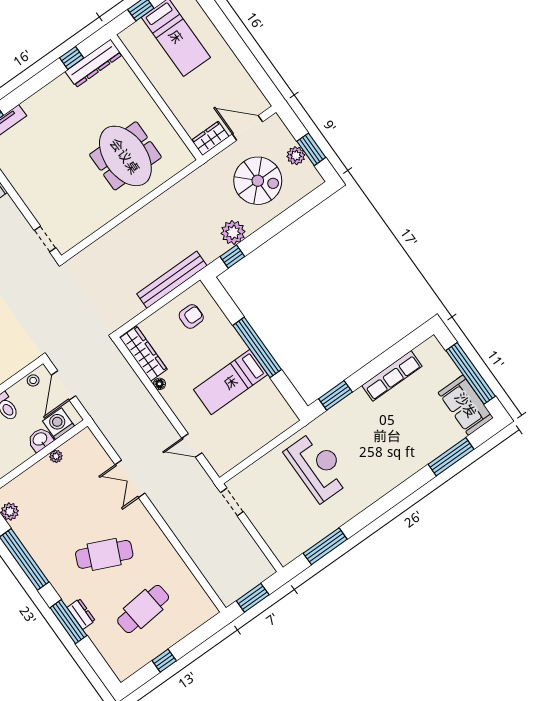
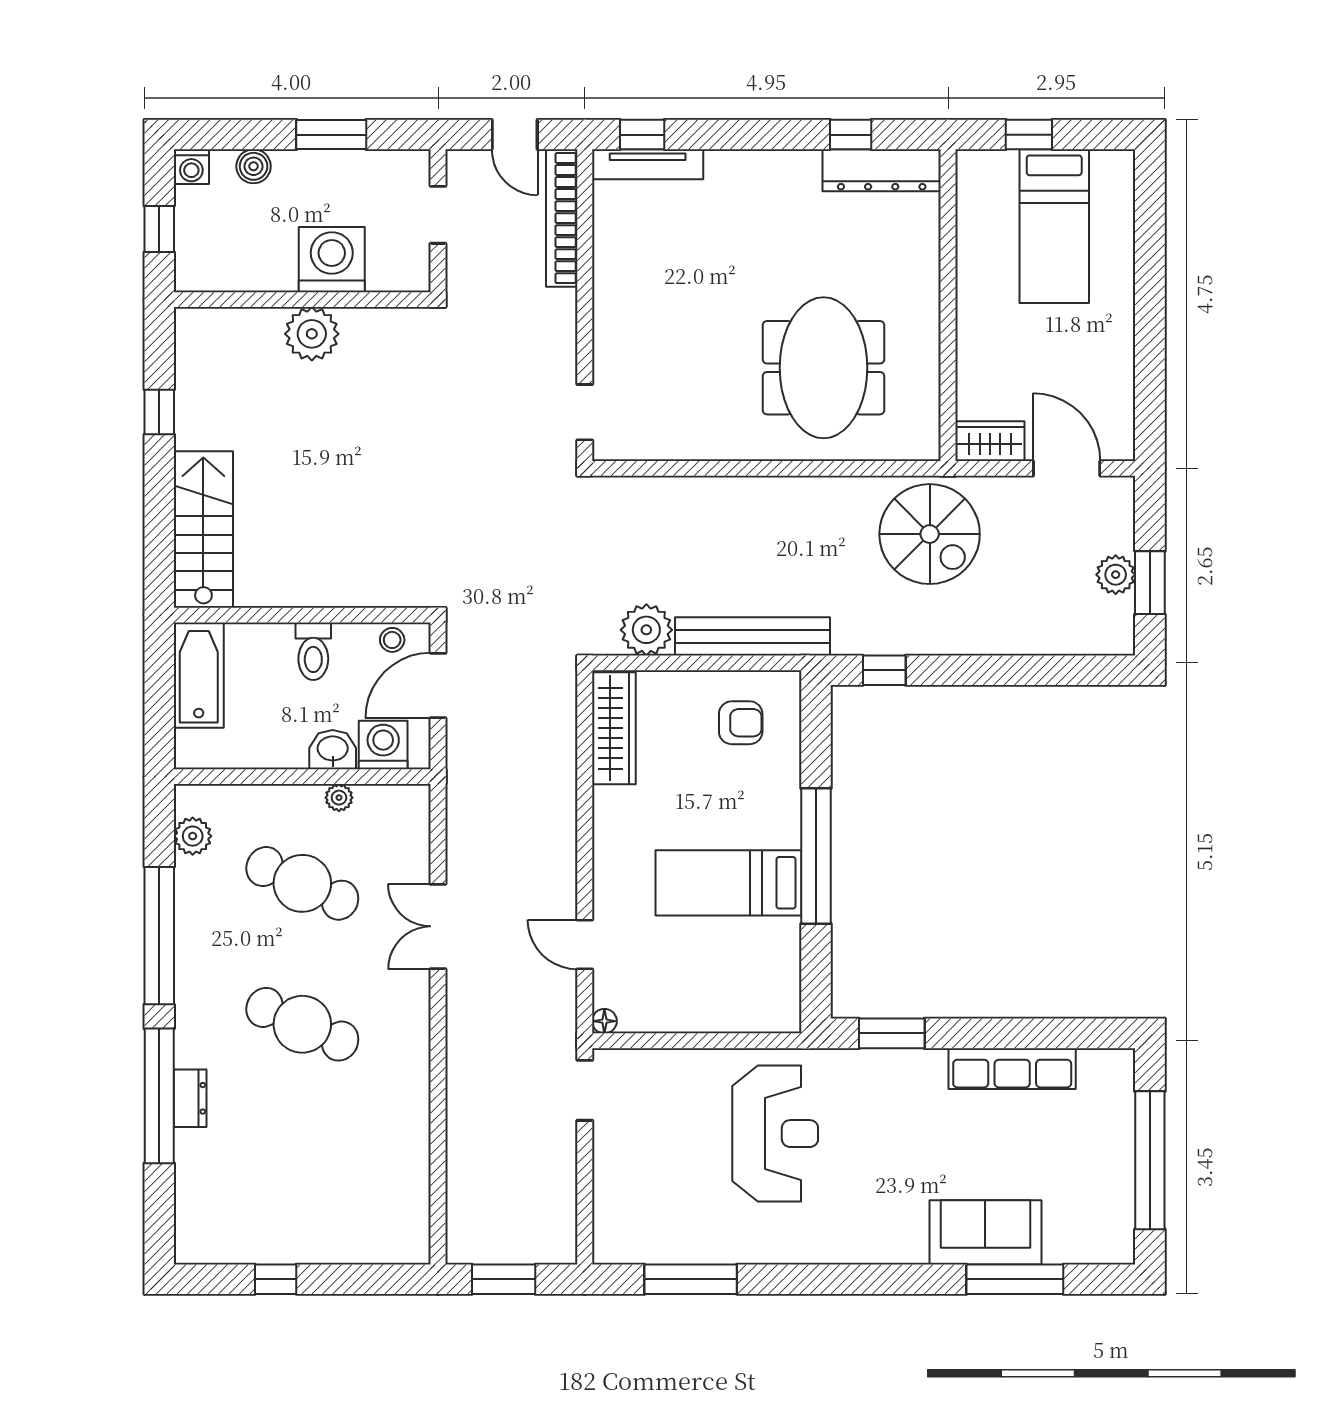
spiral stairs: (258, 181) -> (930, 534), moved
plant: (233, 232) -> (646, 630), moved
floor lamp: (159, 384) -> (604, 1021), moved
sofa: (466, 405) -> (985, 1232), moved, turned 90
cafe table: (143, 609) -> (302, 883), moved, turned 30
window: (68, 622) -> (159, 1096), width x1.46

